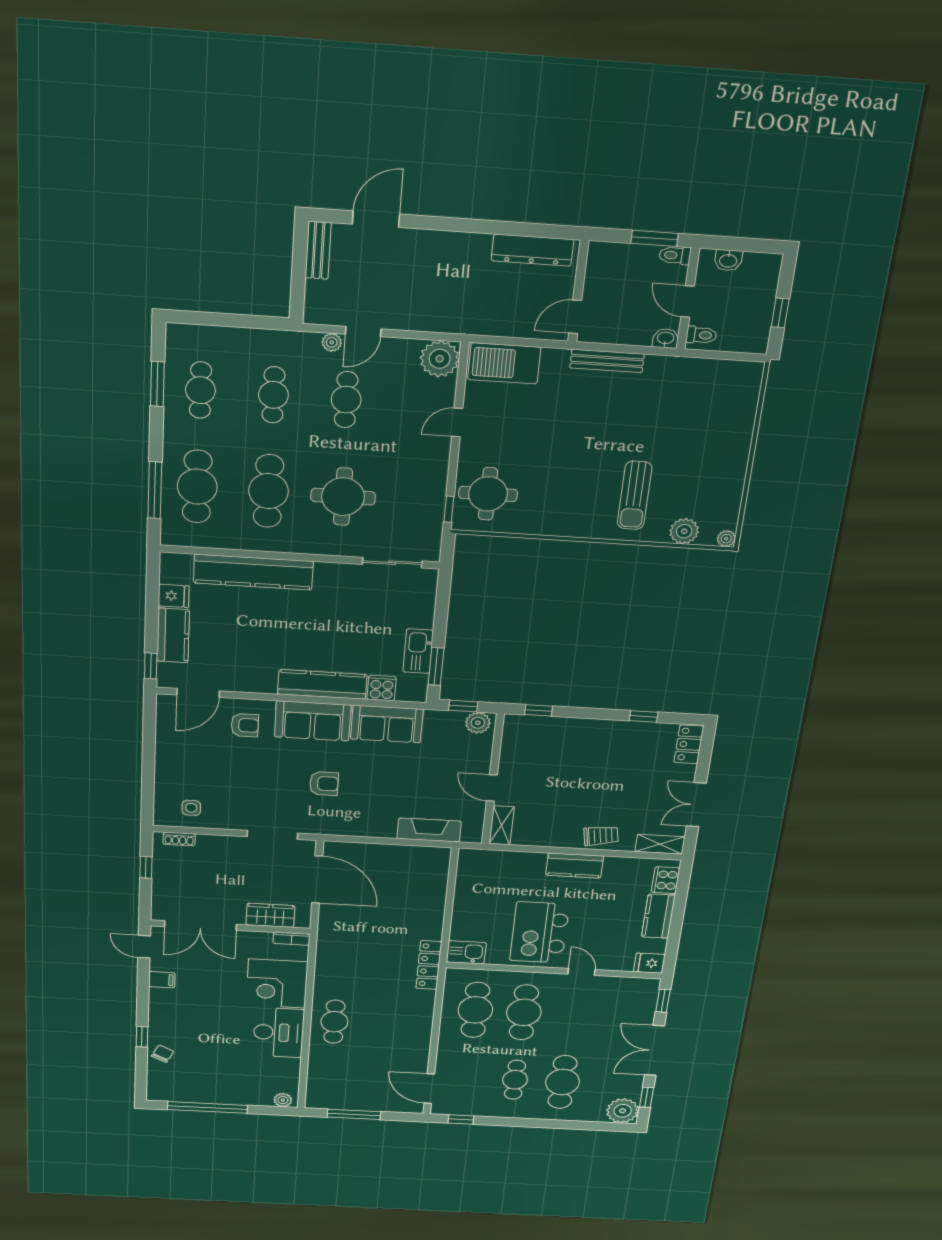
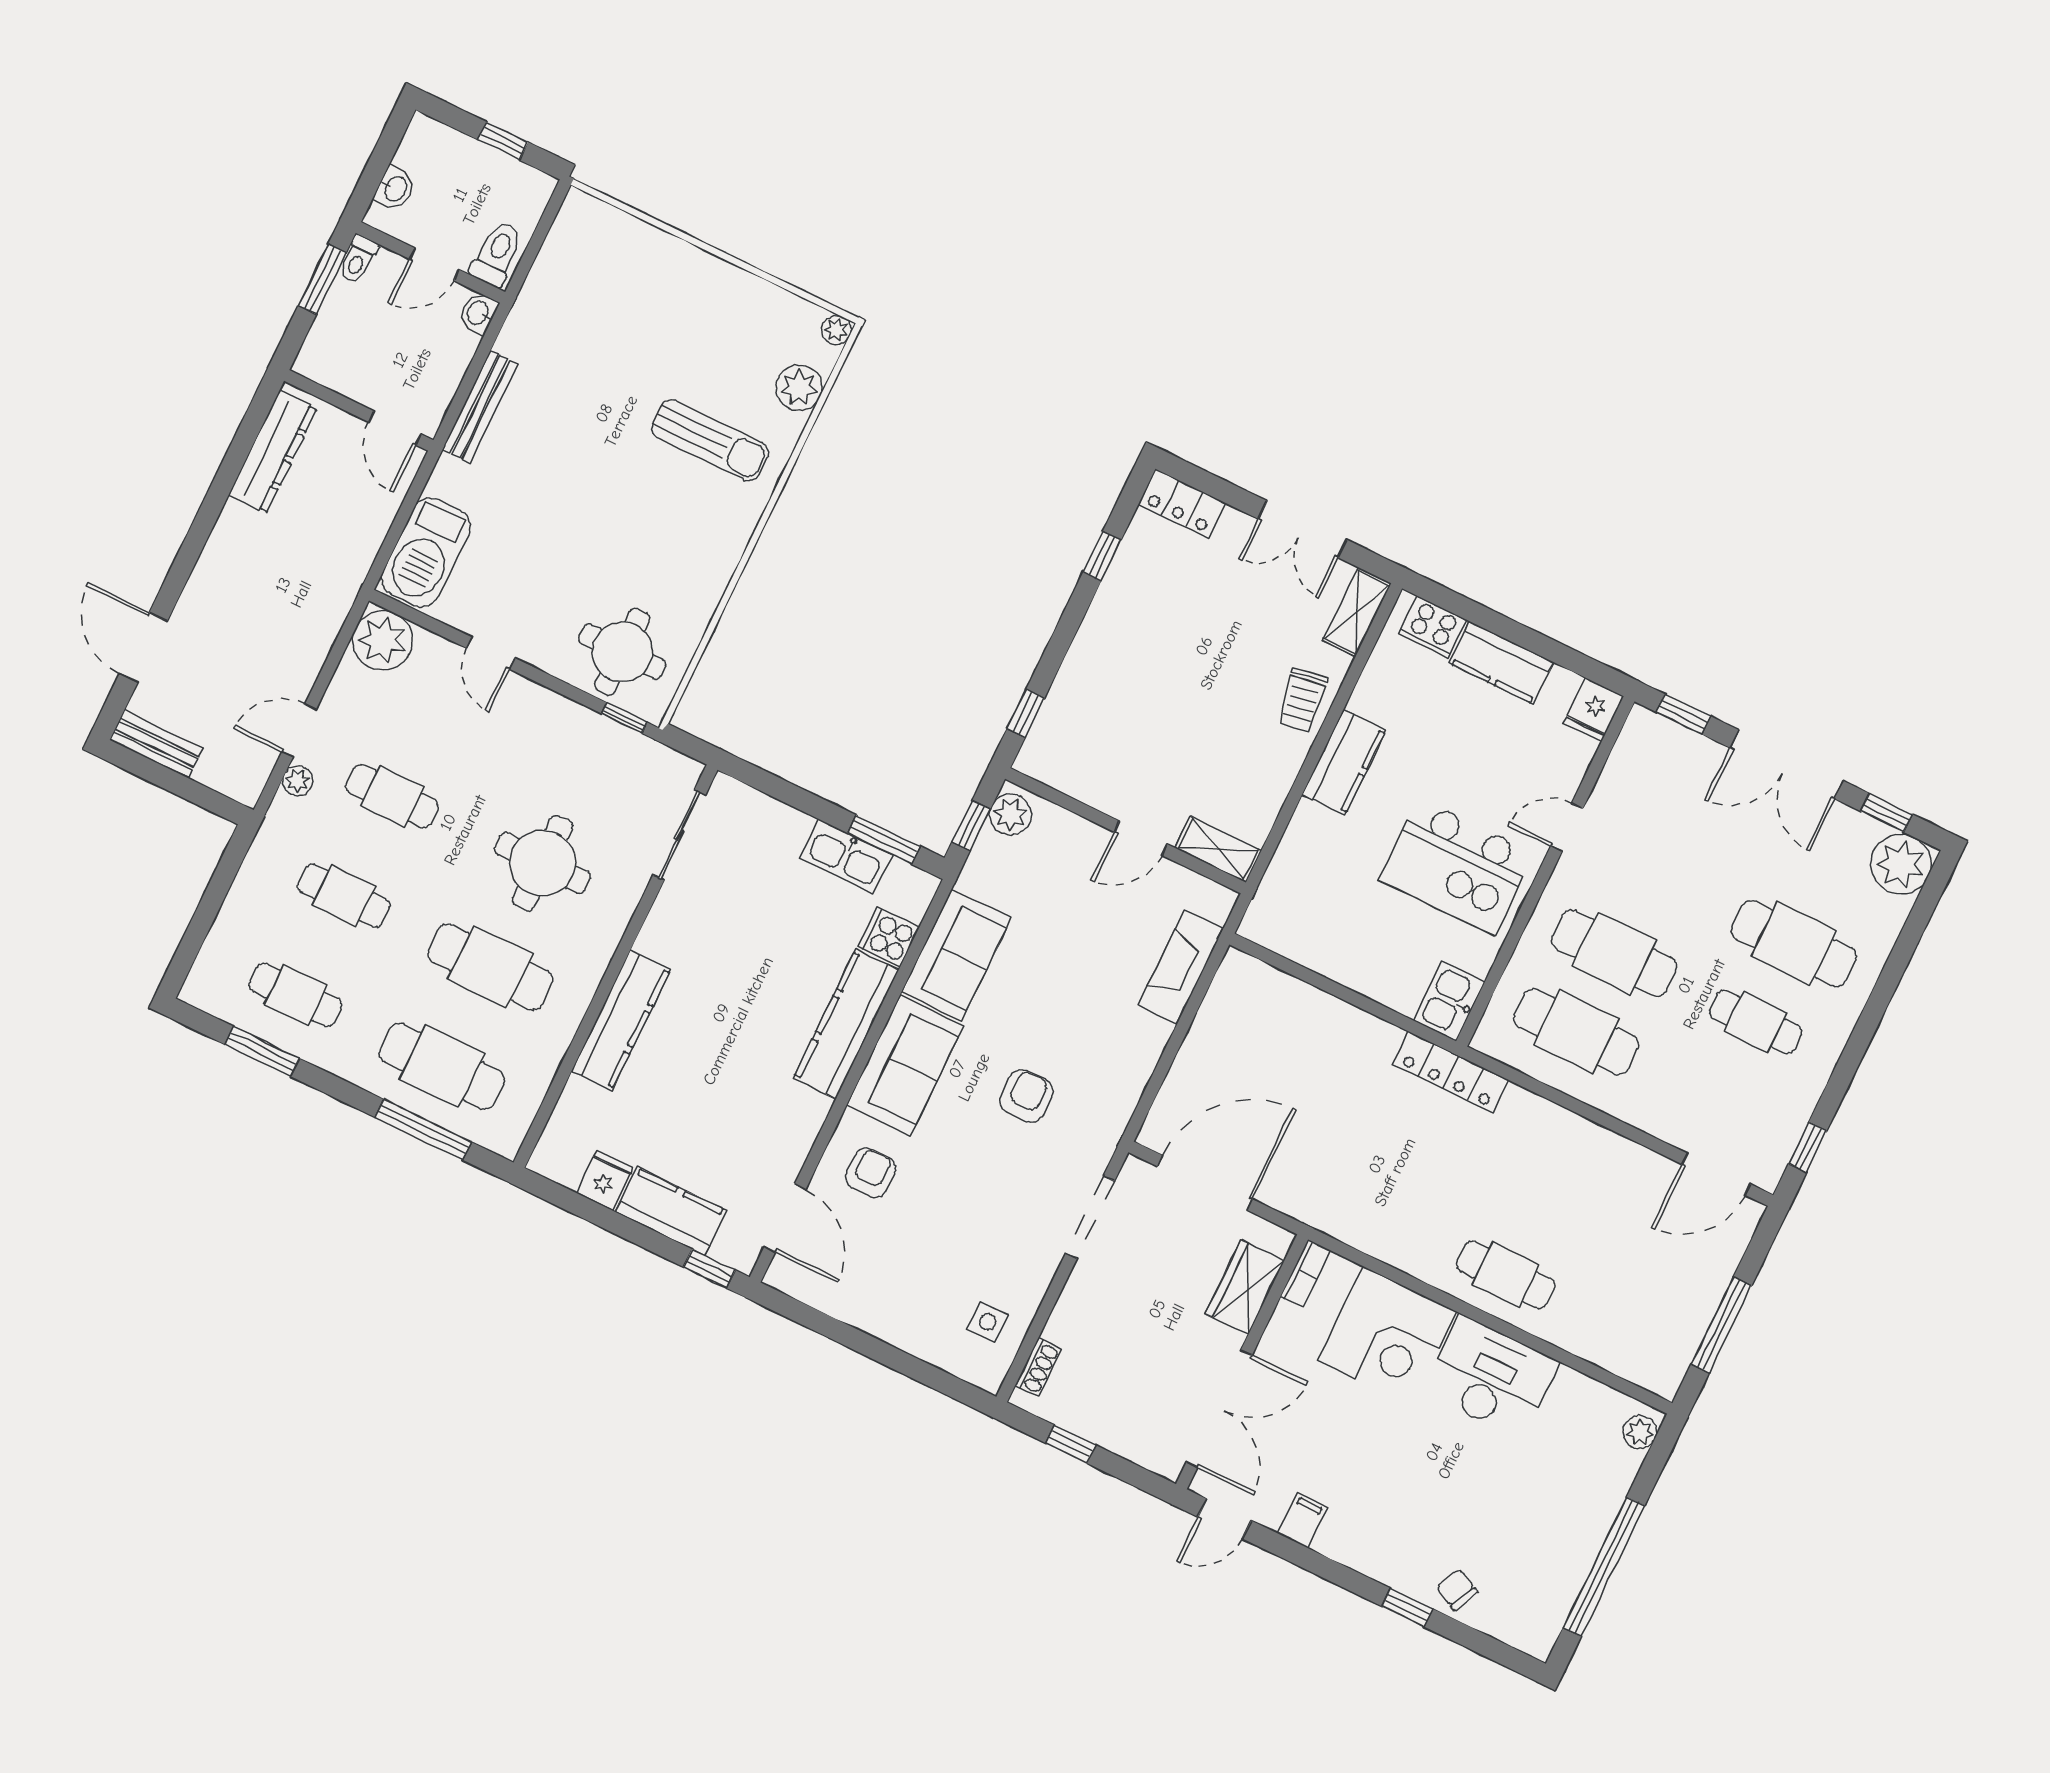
door: (363, 332) -> (299, 731), swing flipped
toilet: (701, 335) -> (497, 254), width x1.37, depth x1.39
kitchen counter: (253, 572) -> (621, 1020), width x0.72, depth x0.86
trolley: (601, 836) -> (1302, 700), turned 180

